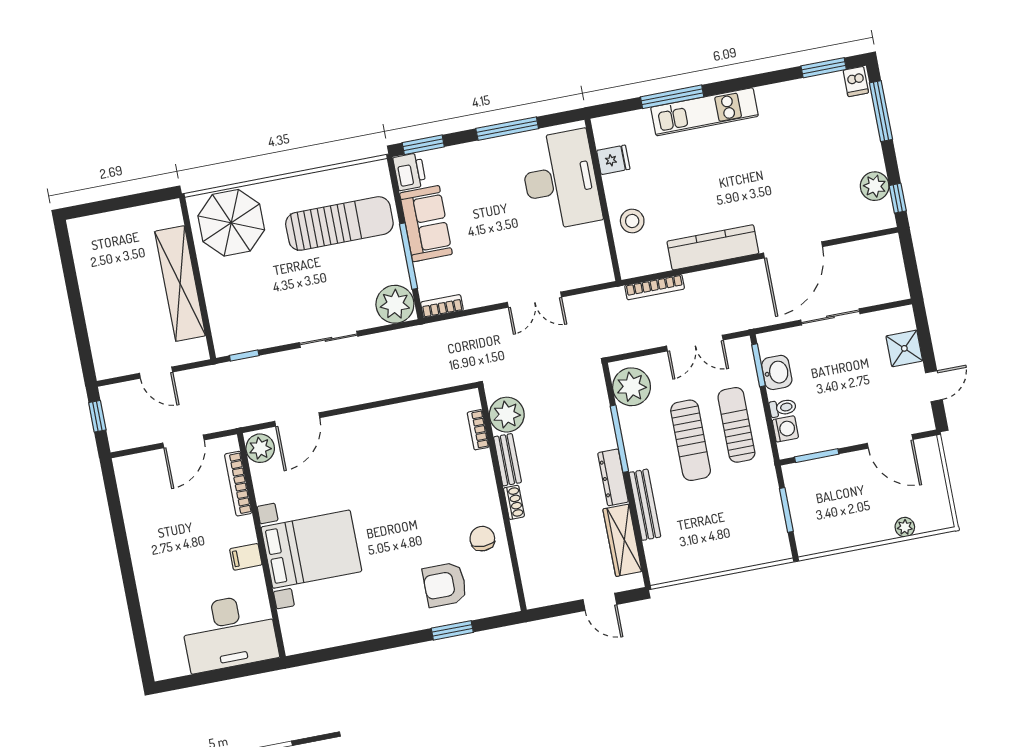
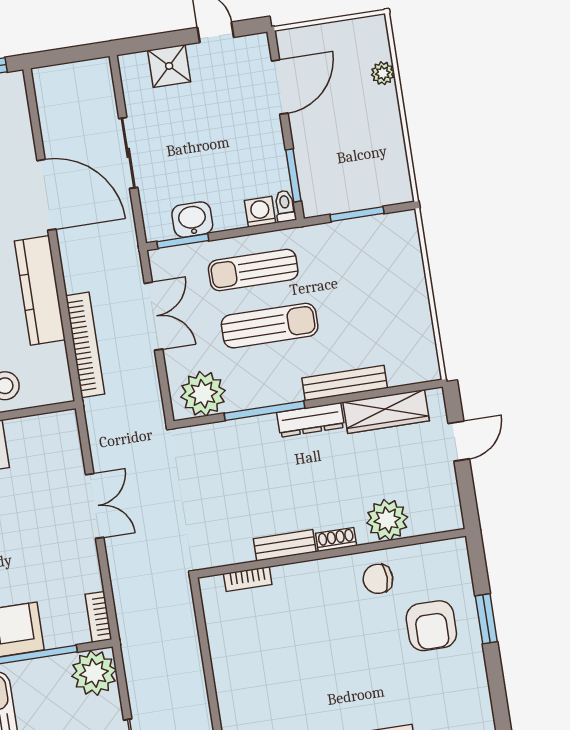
bookcase: (655, 287) -> (85, 345), width x1.48, depth x1.31
toilet: (783, 408) -> (285, 206), moved
plant: (507, 415) -> (387, 520), moved

